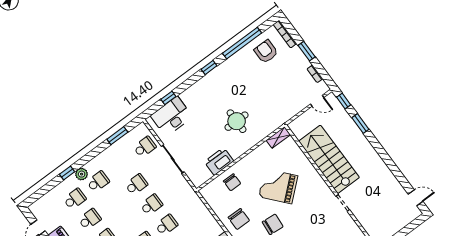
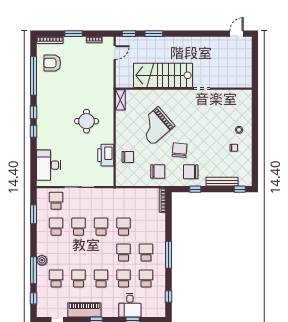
window: (168, 98) -> (33, 131), moved
window: (67, 173) -> (33, 270), width x2.17
school desk: (98, 182) -> (56, 227), moved
window: (42, 192) -> (33, 298), added

